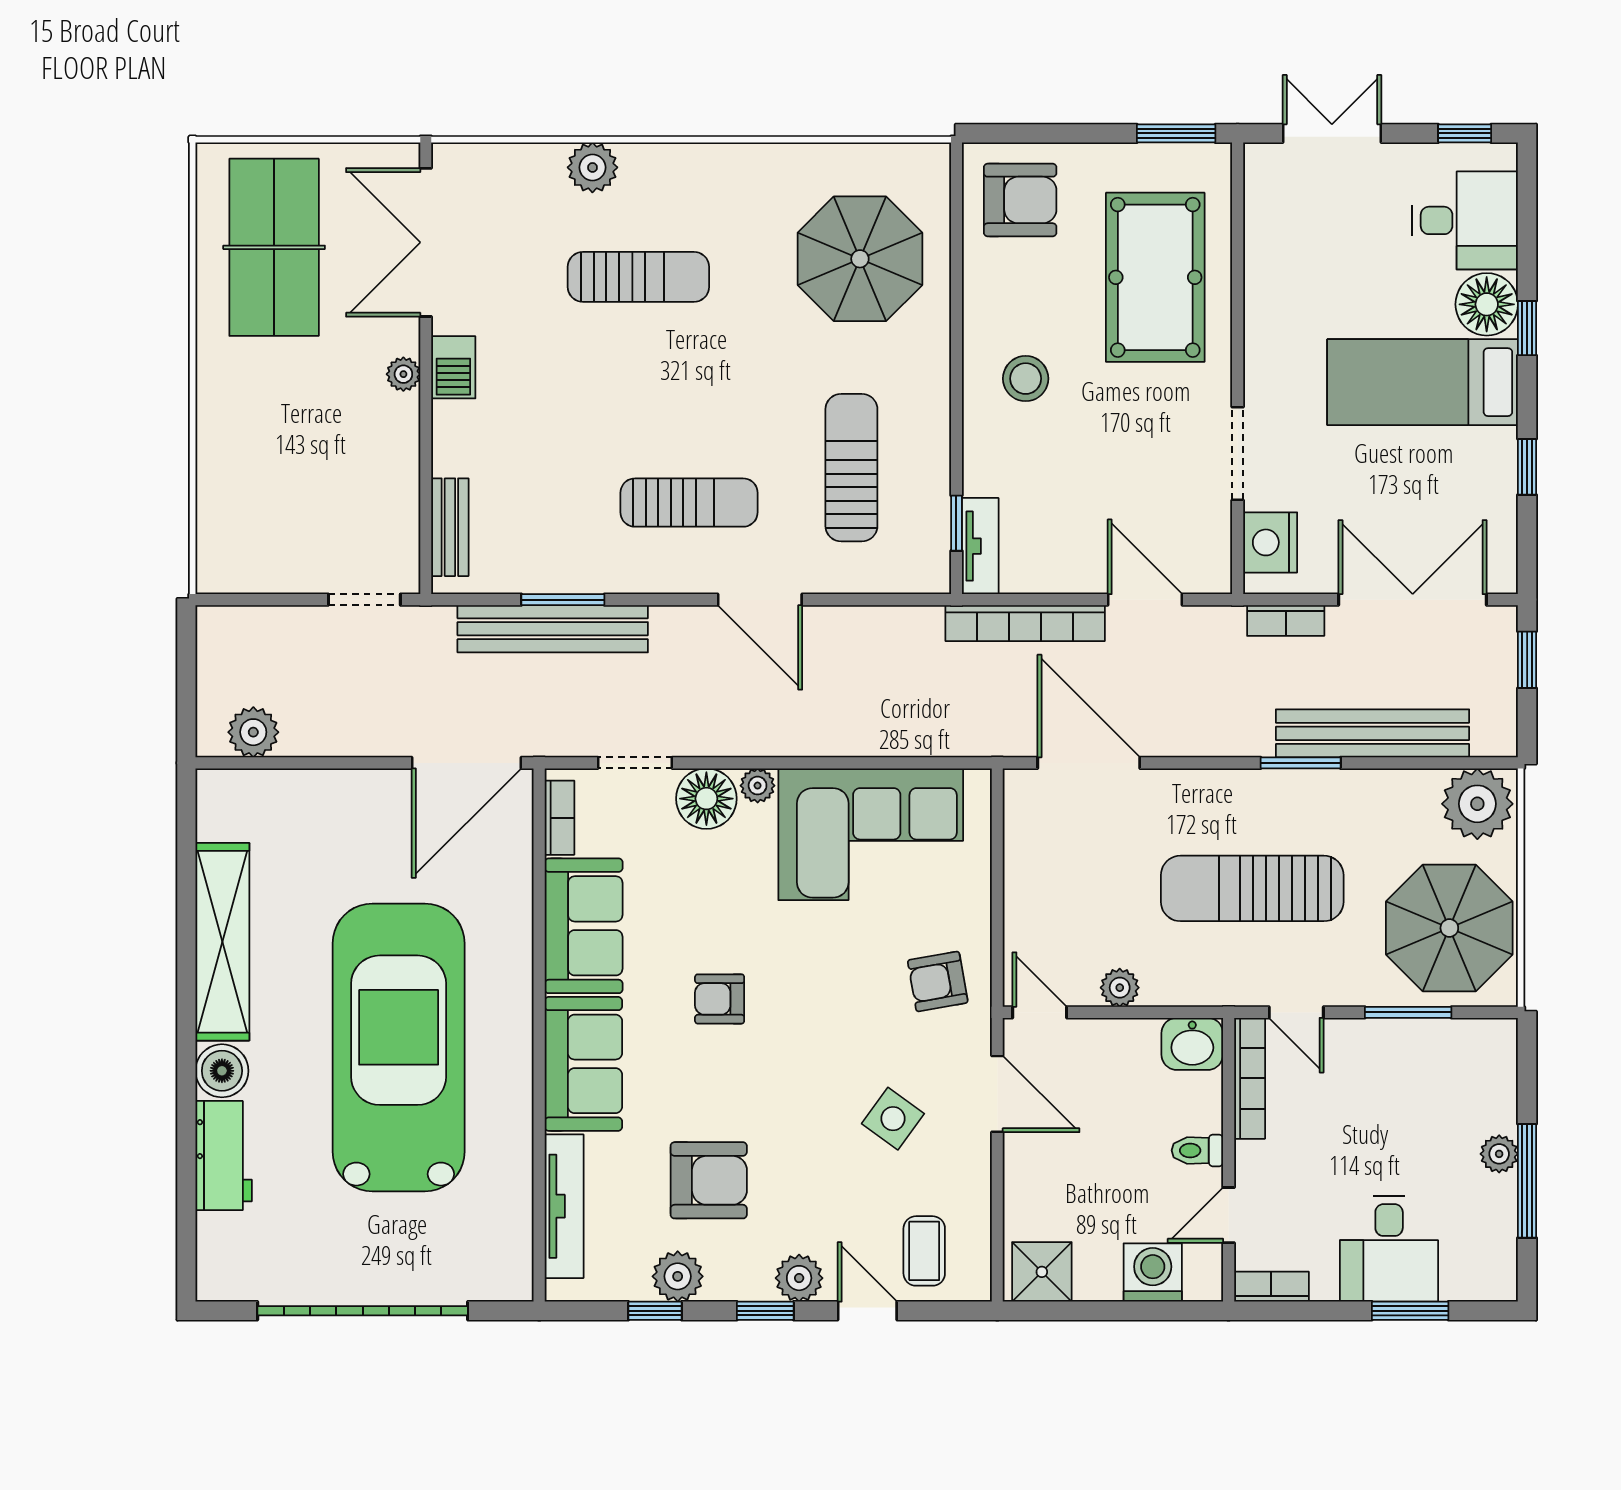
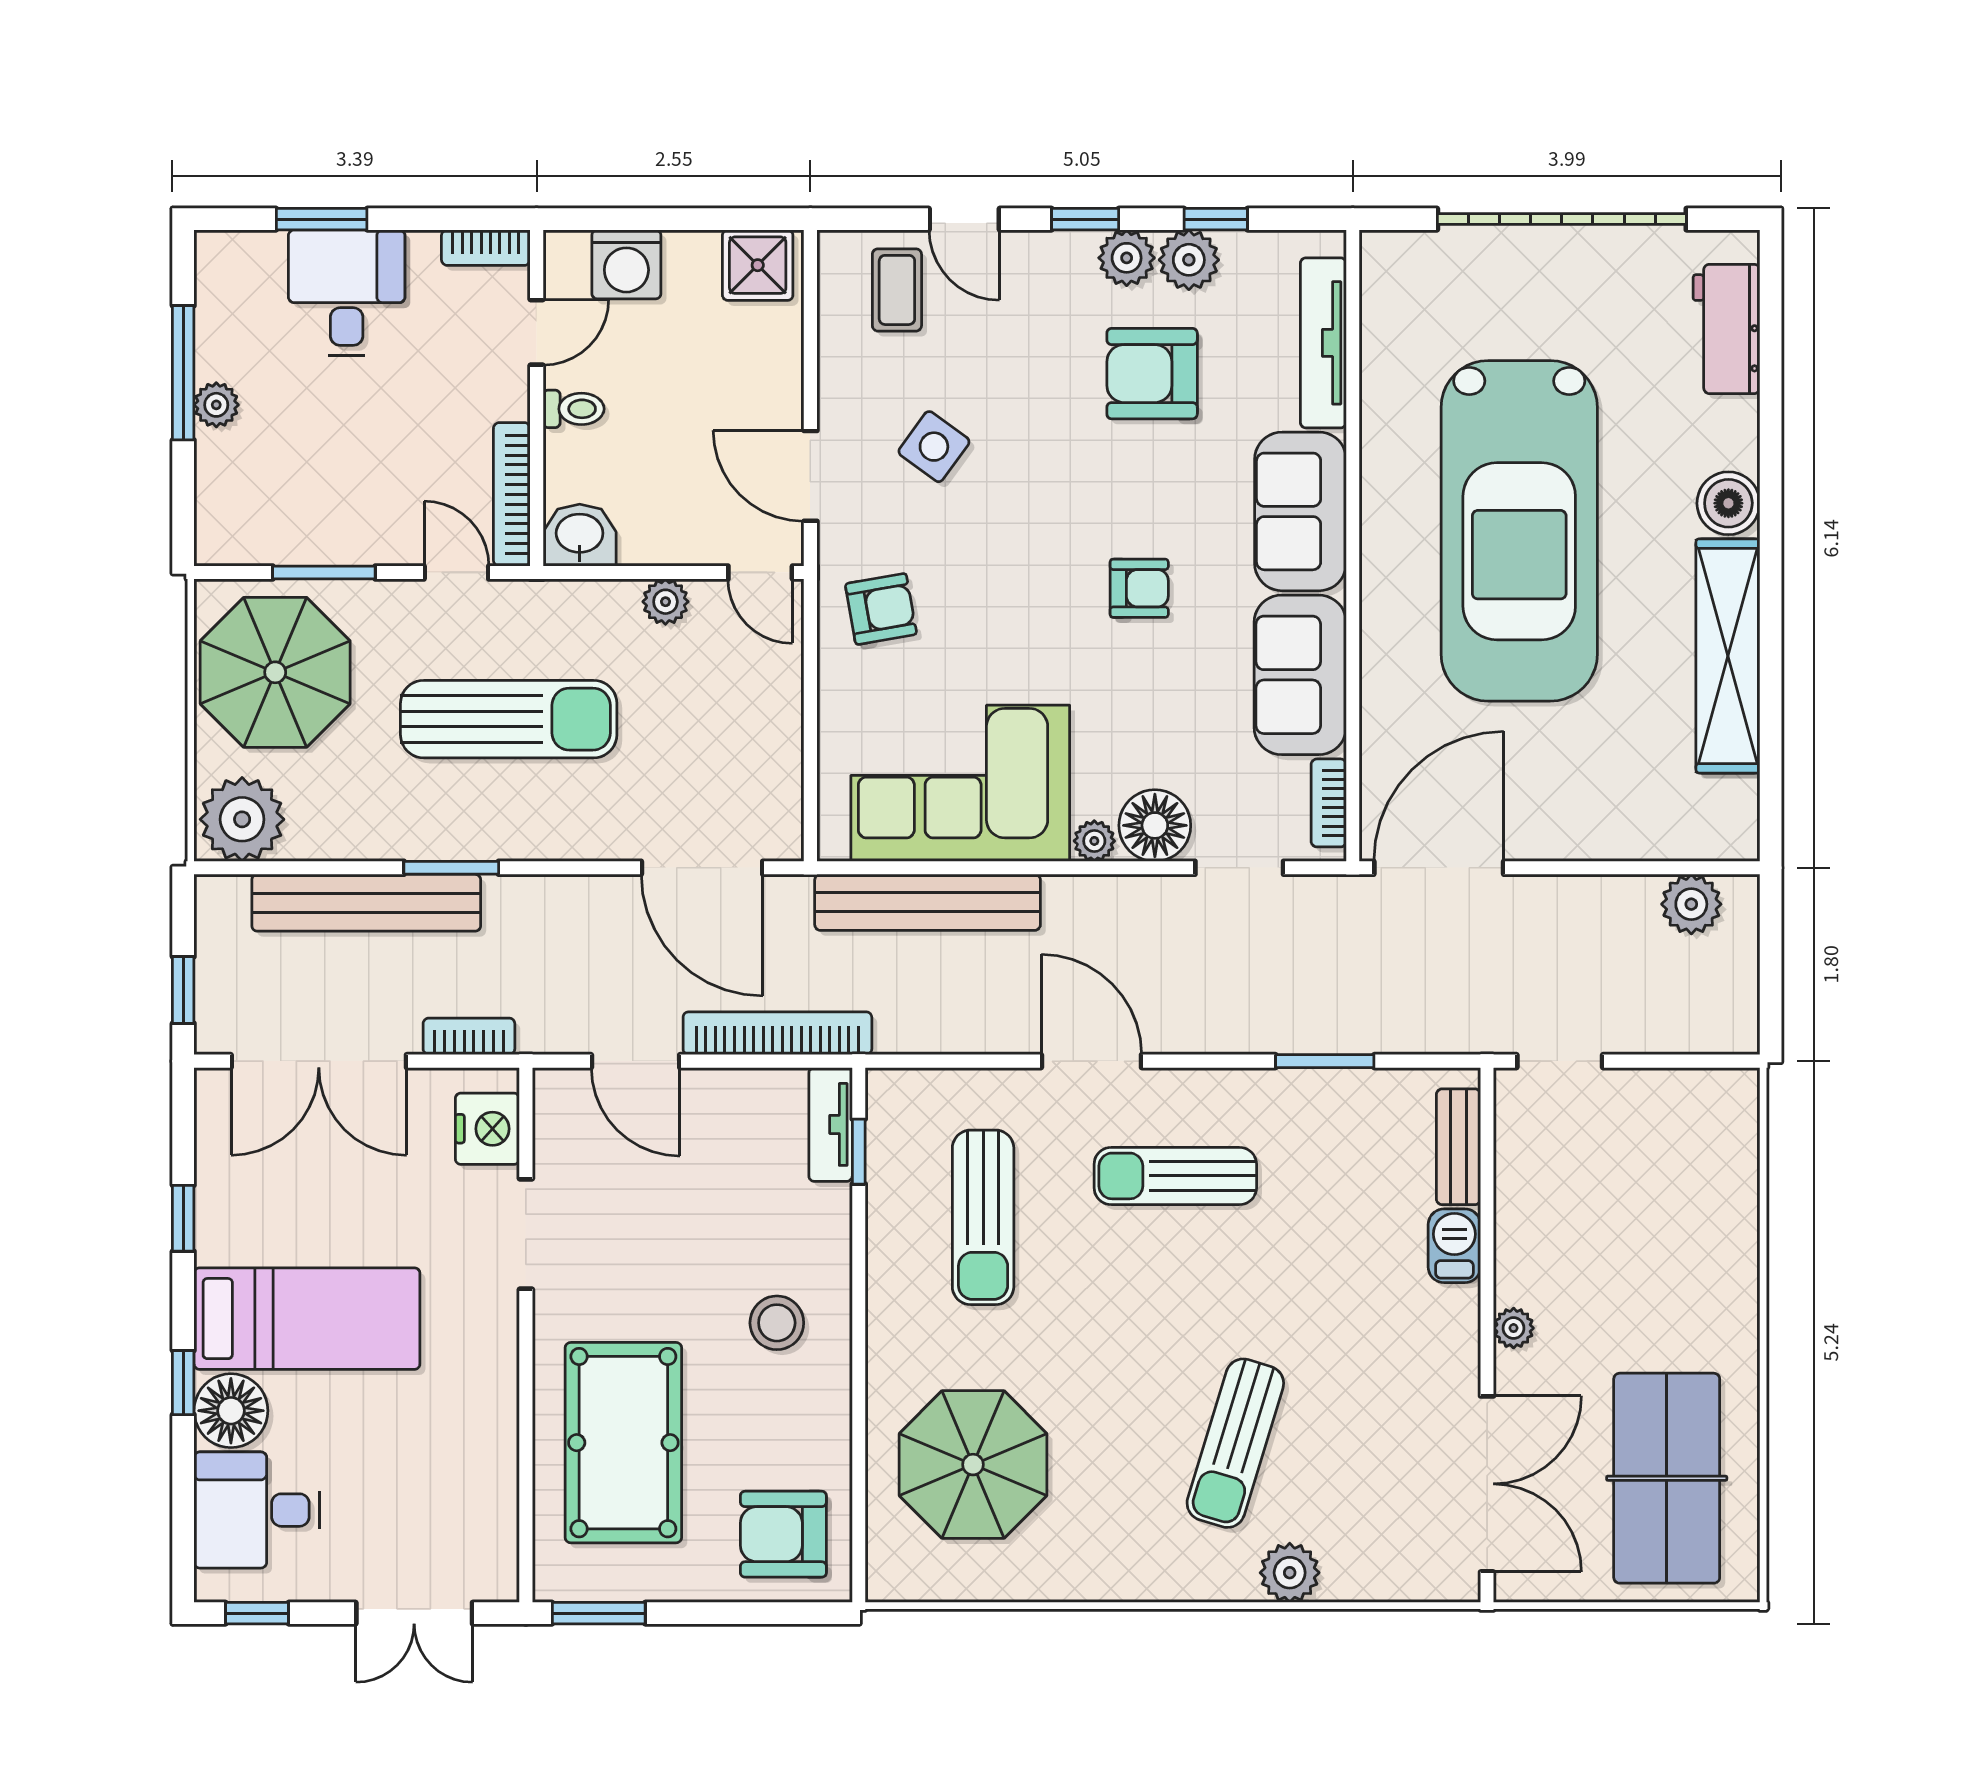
sun lounger: (638, 277) -> (1235, 1443), turned -73
barbecue: (453, 367) -> (1454, 1246), moved
bench: (553, 629) -> (928, 902), moved
workbench: (224, 1156) -> (1726, 329), moved
plant: (799, 1278) -> (1127, 258), moved

